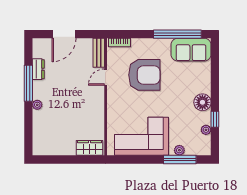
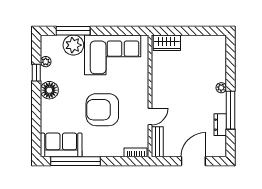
armchair: (144, 75) -> (102, 110), moved
plant: (179, 150) -> (73, 45), width x1.88, depth x1.88

